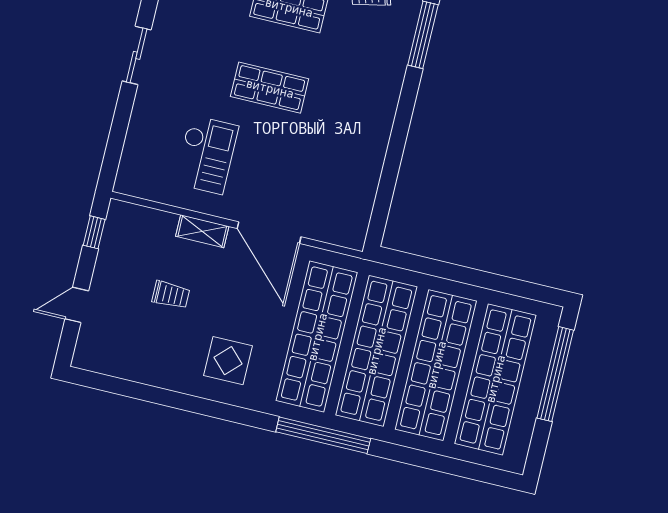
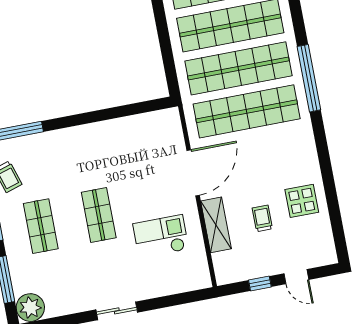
shelving: (202, 231) -> (216, 225), width x1.50, depth x1.33
window: (94, 232) -> (260, 284), moved
display table: (228, 361) -> (302, 201), moved

